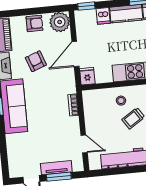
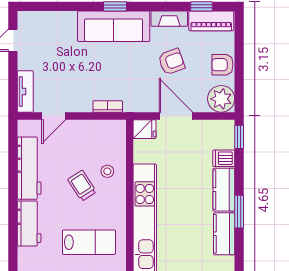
armchair: (34, 23) -> (223, 65), turned 90
tv unit: (56, 168) -> (25, 92), moved
window: (59, 177) -> (13, 78), removed

